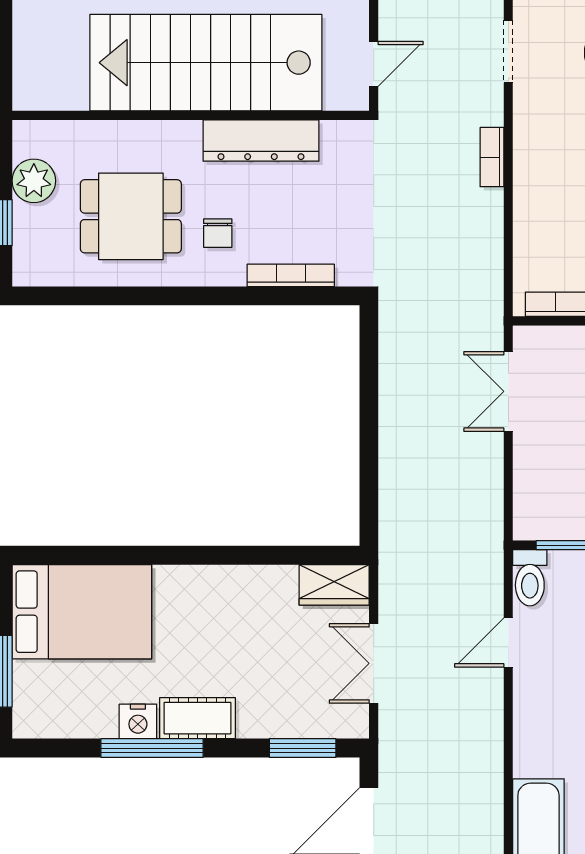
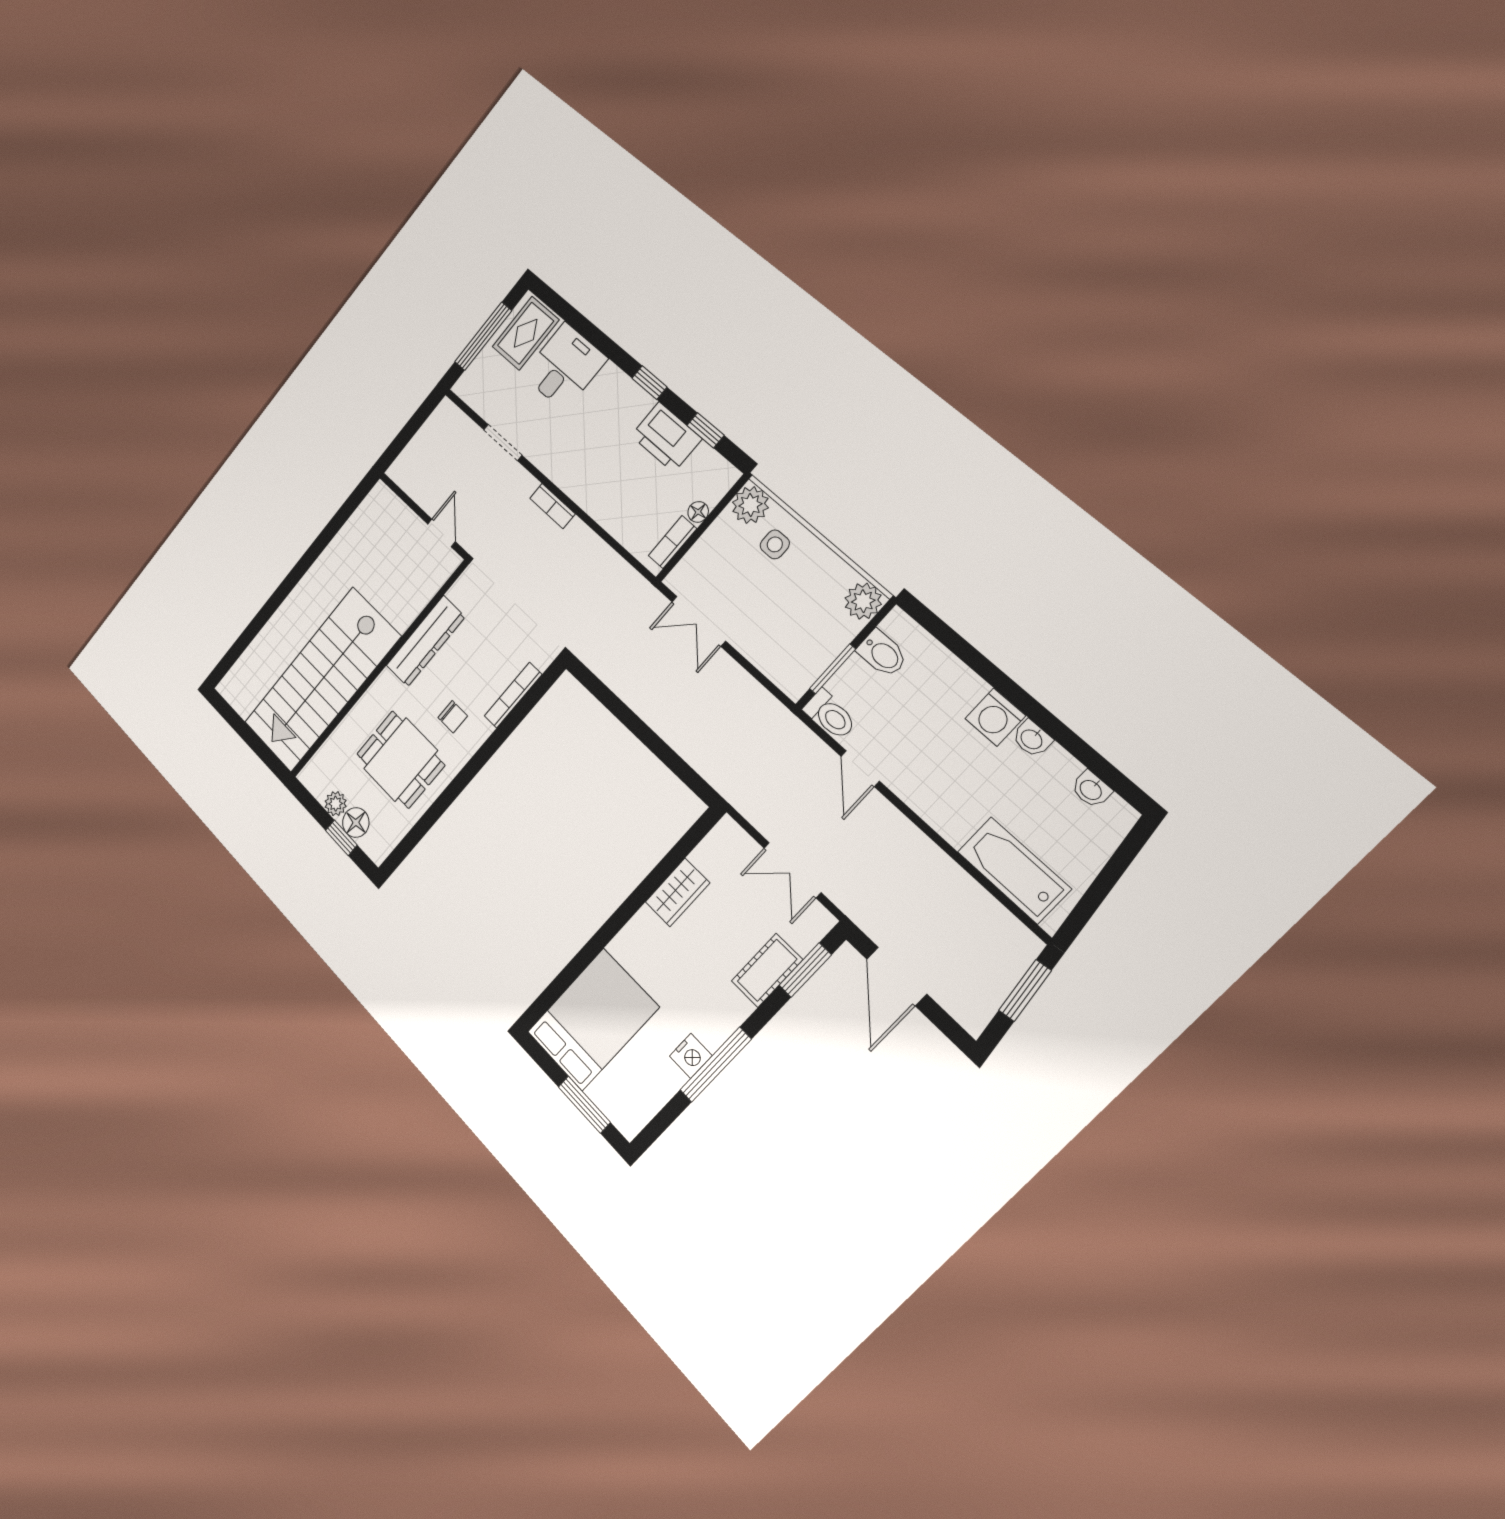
stairs: (206, 63) -> (322, 680), moved
plant: (34, 181) -> (336, 804), width x0.73, depth x0.73
dining table: (131, 216) -> (401, 760), turned 90
floor lamp: (31, 224) -> (356, 822), added
wardrobe: (334, 585) -> (677, 892), moved
cot: (198, 718) -> (767, 970), moved

